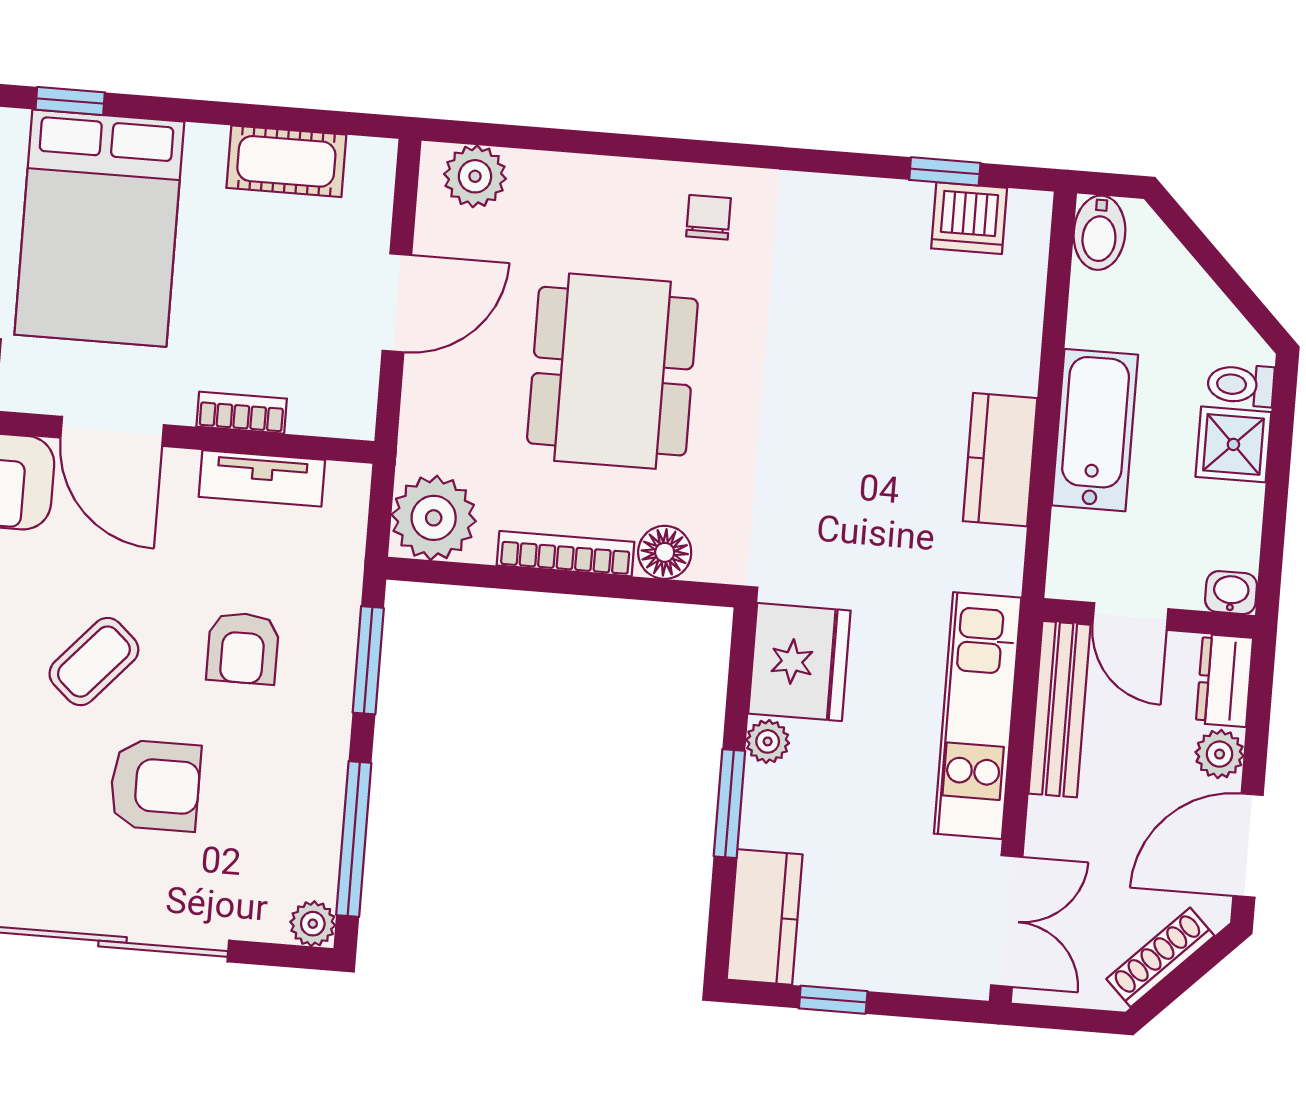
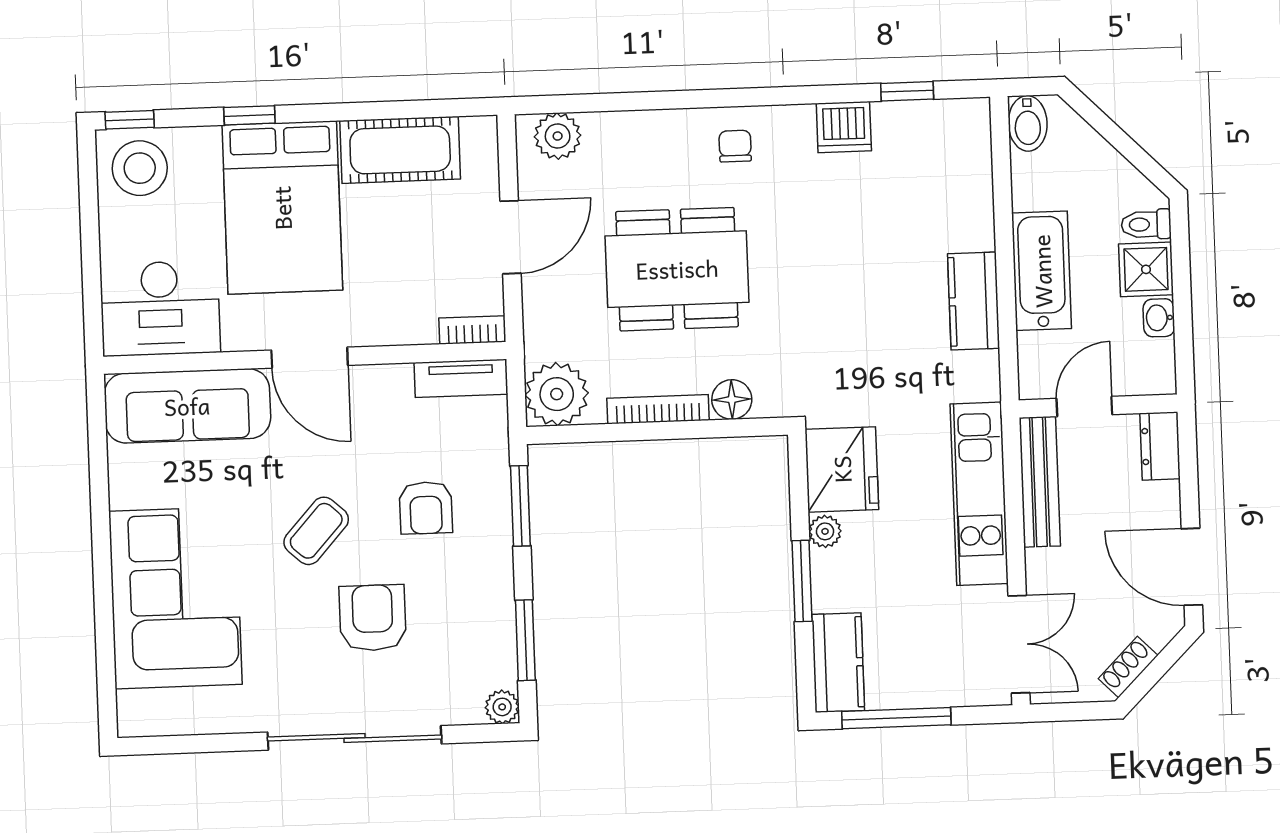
cot: (286, 161) -> (400, 150), width x1.37, depth x1.34
dishwasher: (969, 218) -> (844, 127), moved
dining table: (612, 371) -> (677, 269), turned 90
bookcase: (242, 413) -> (472, 330), moved
tv unit: (262, 478) -> (461, 378), moved
washbasin: (1231, 593) -> (1159, 318), moved, turned -90
door: (1130, 616) -> (1084, 407), swing flipped
plant: (1220, 754) -> (1163, 501), removed
armchair: (155, 785) -> (373, 618), turned -90
window: (354, 839) -> (525, 640), width x0.69
door: (1248, 846) -> (1192, 567), hinge flipped
shoe rack: (1160, 957) -> (1128, 667), width x0.70
window: (833, 1000) -> (896, 718), width x2.17

